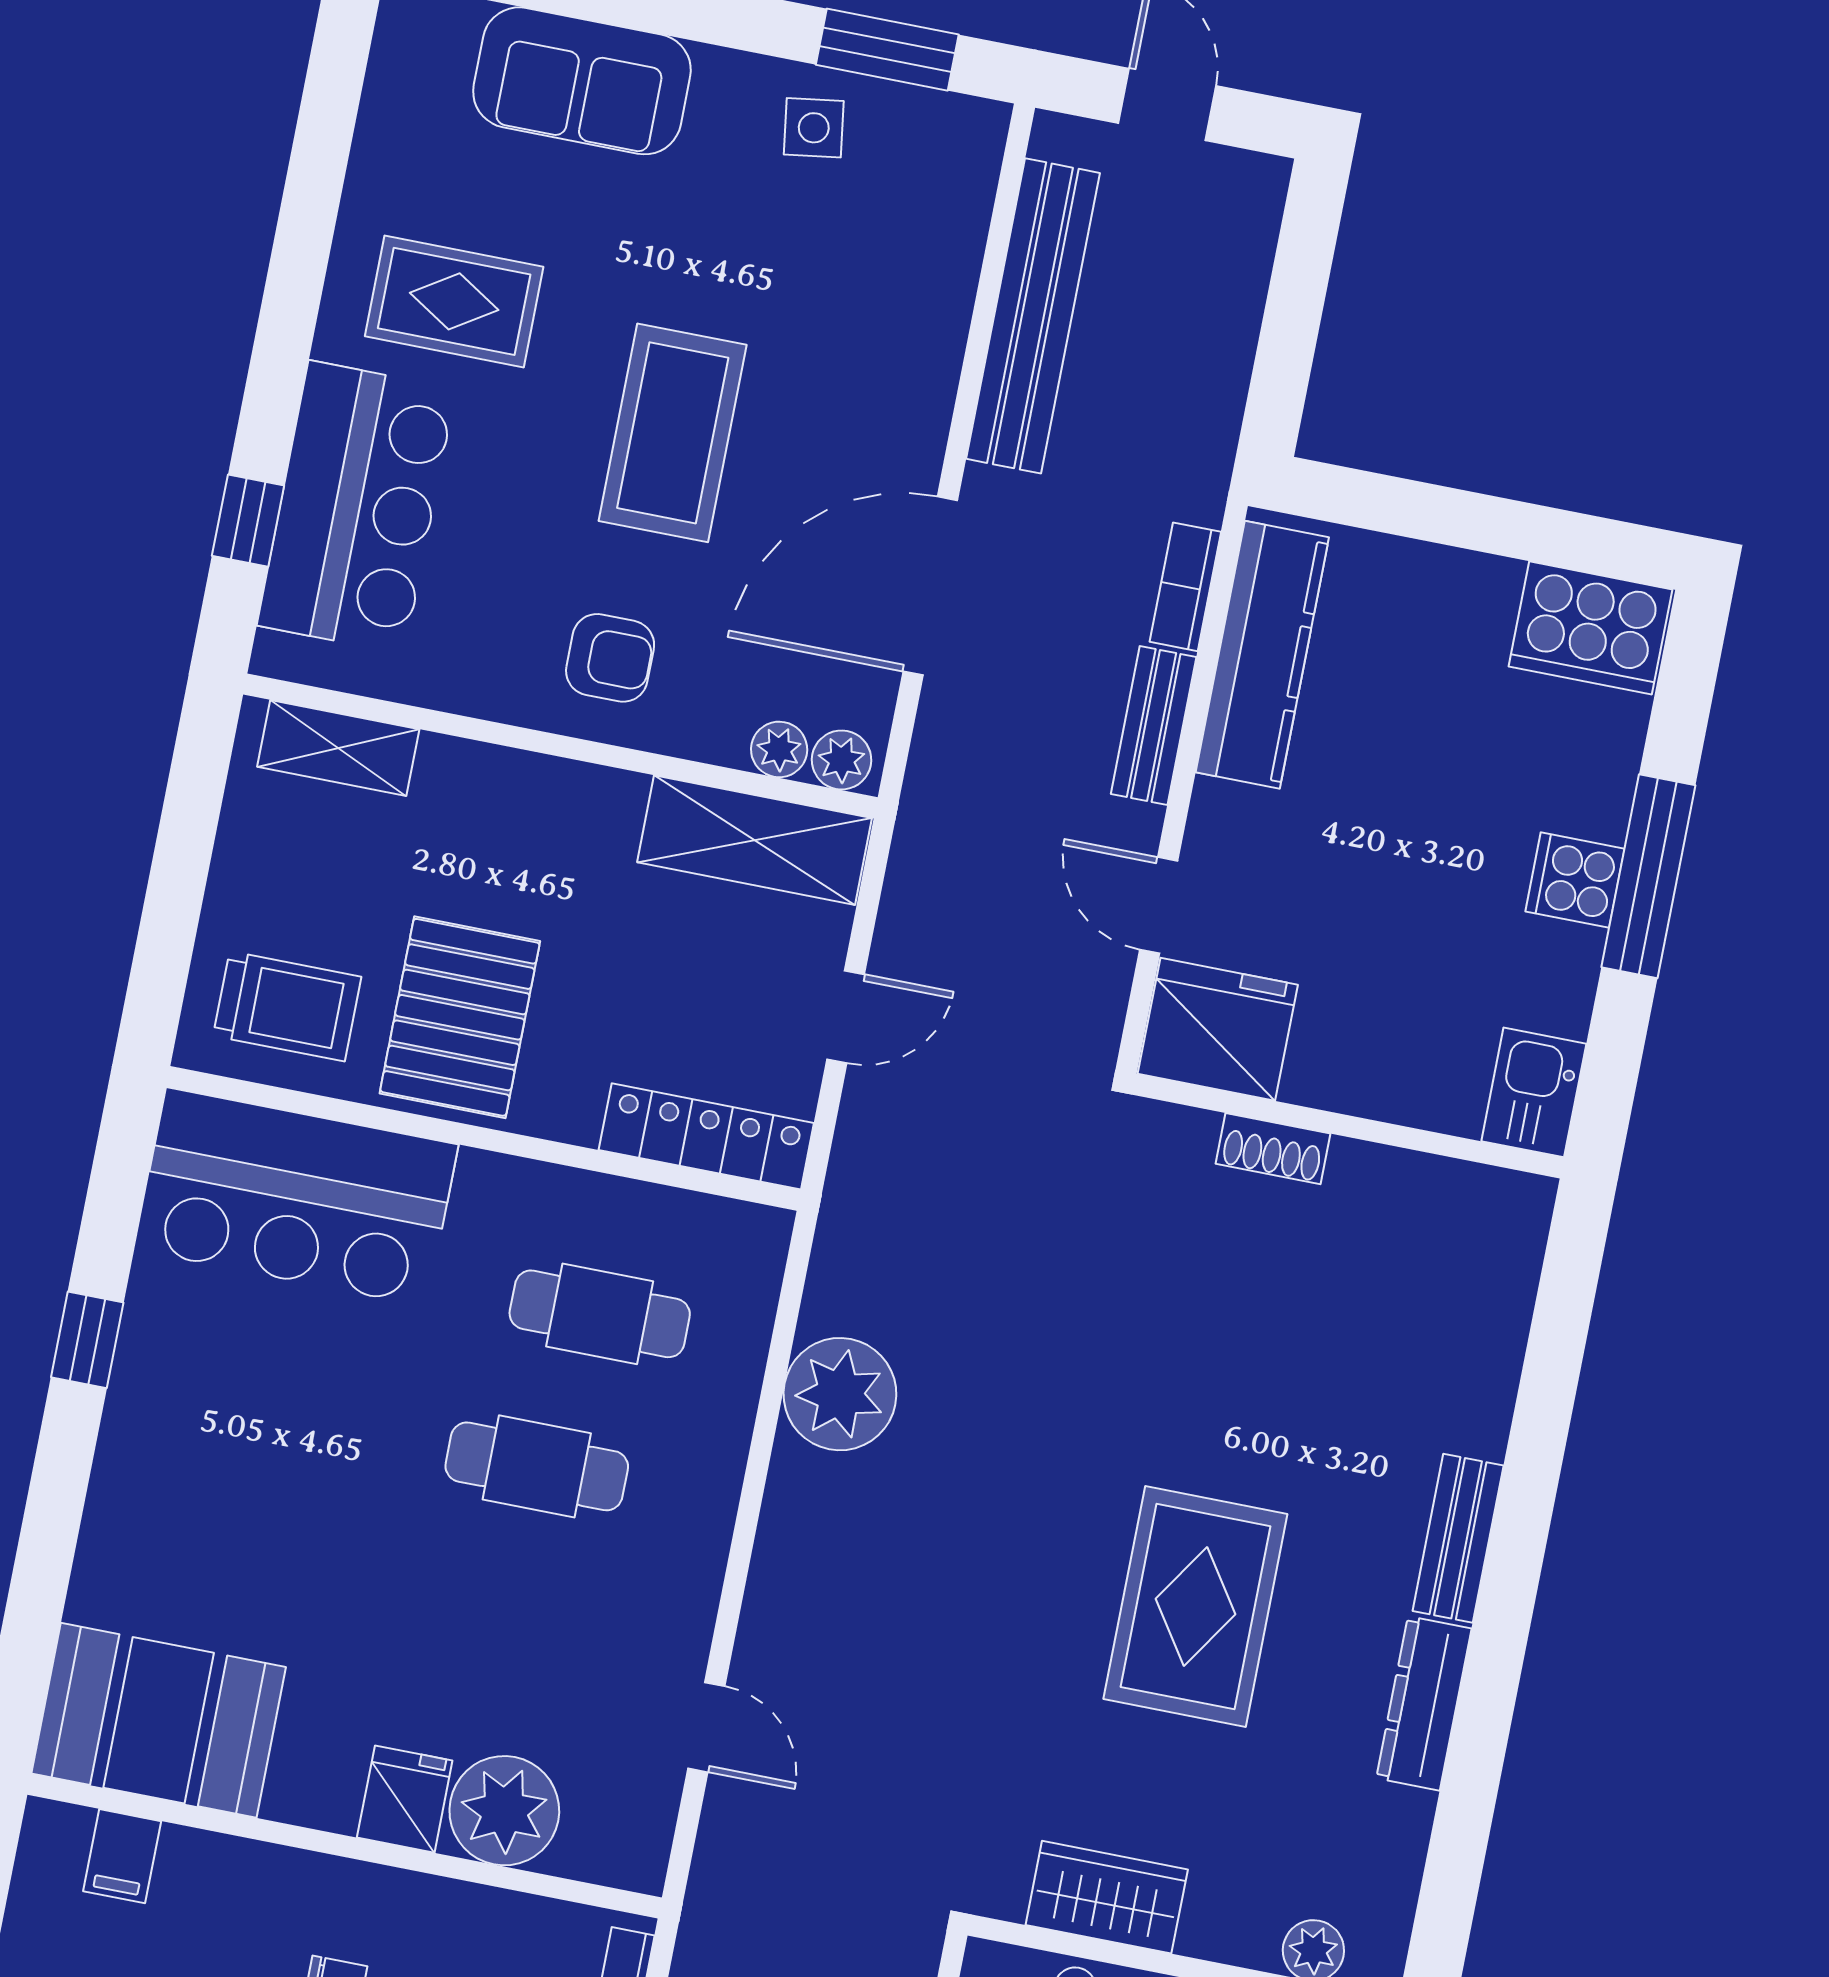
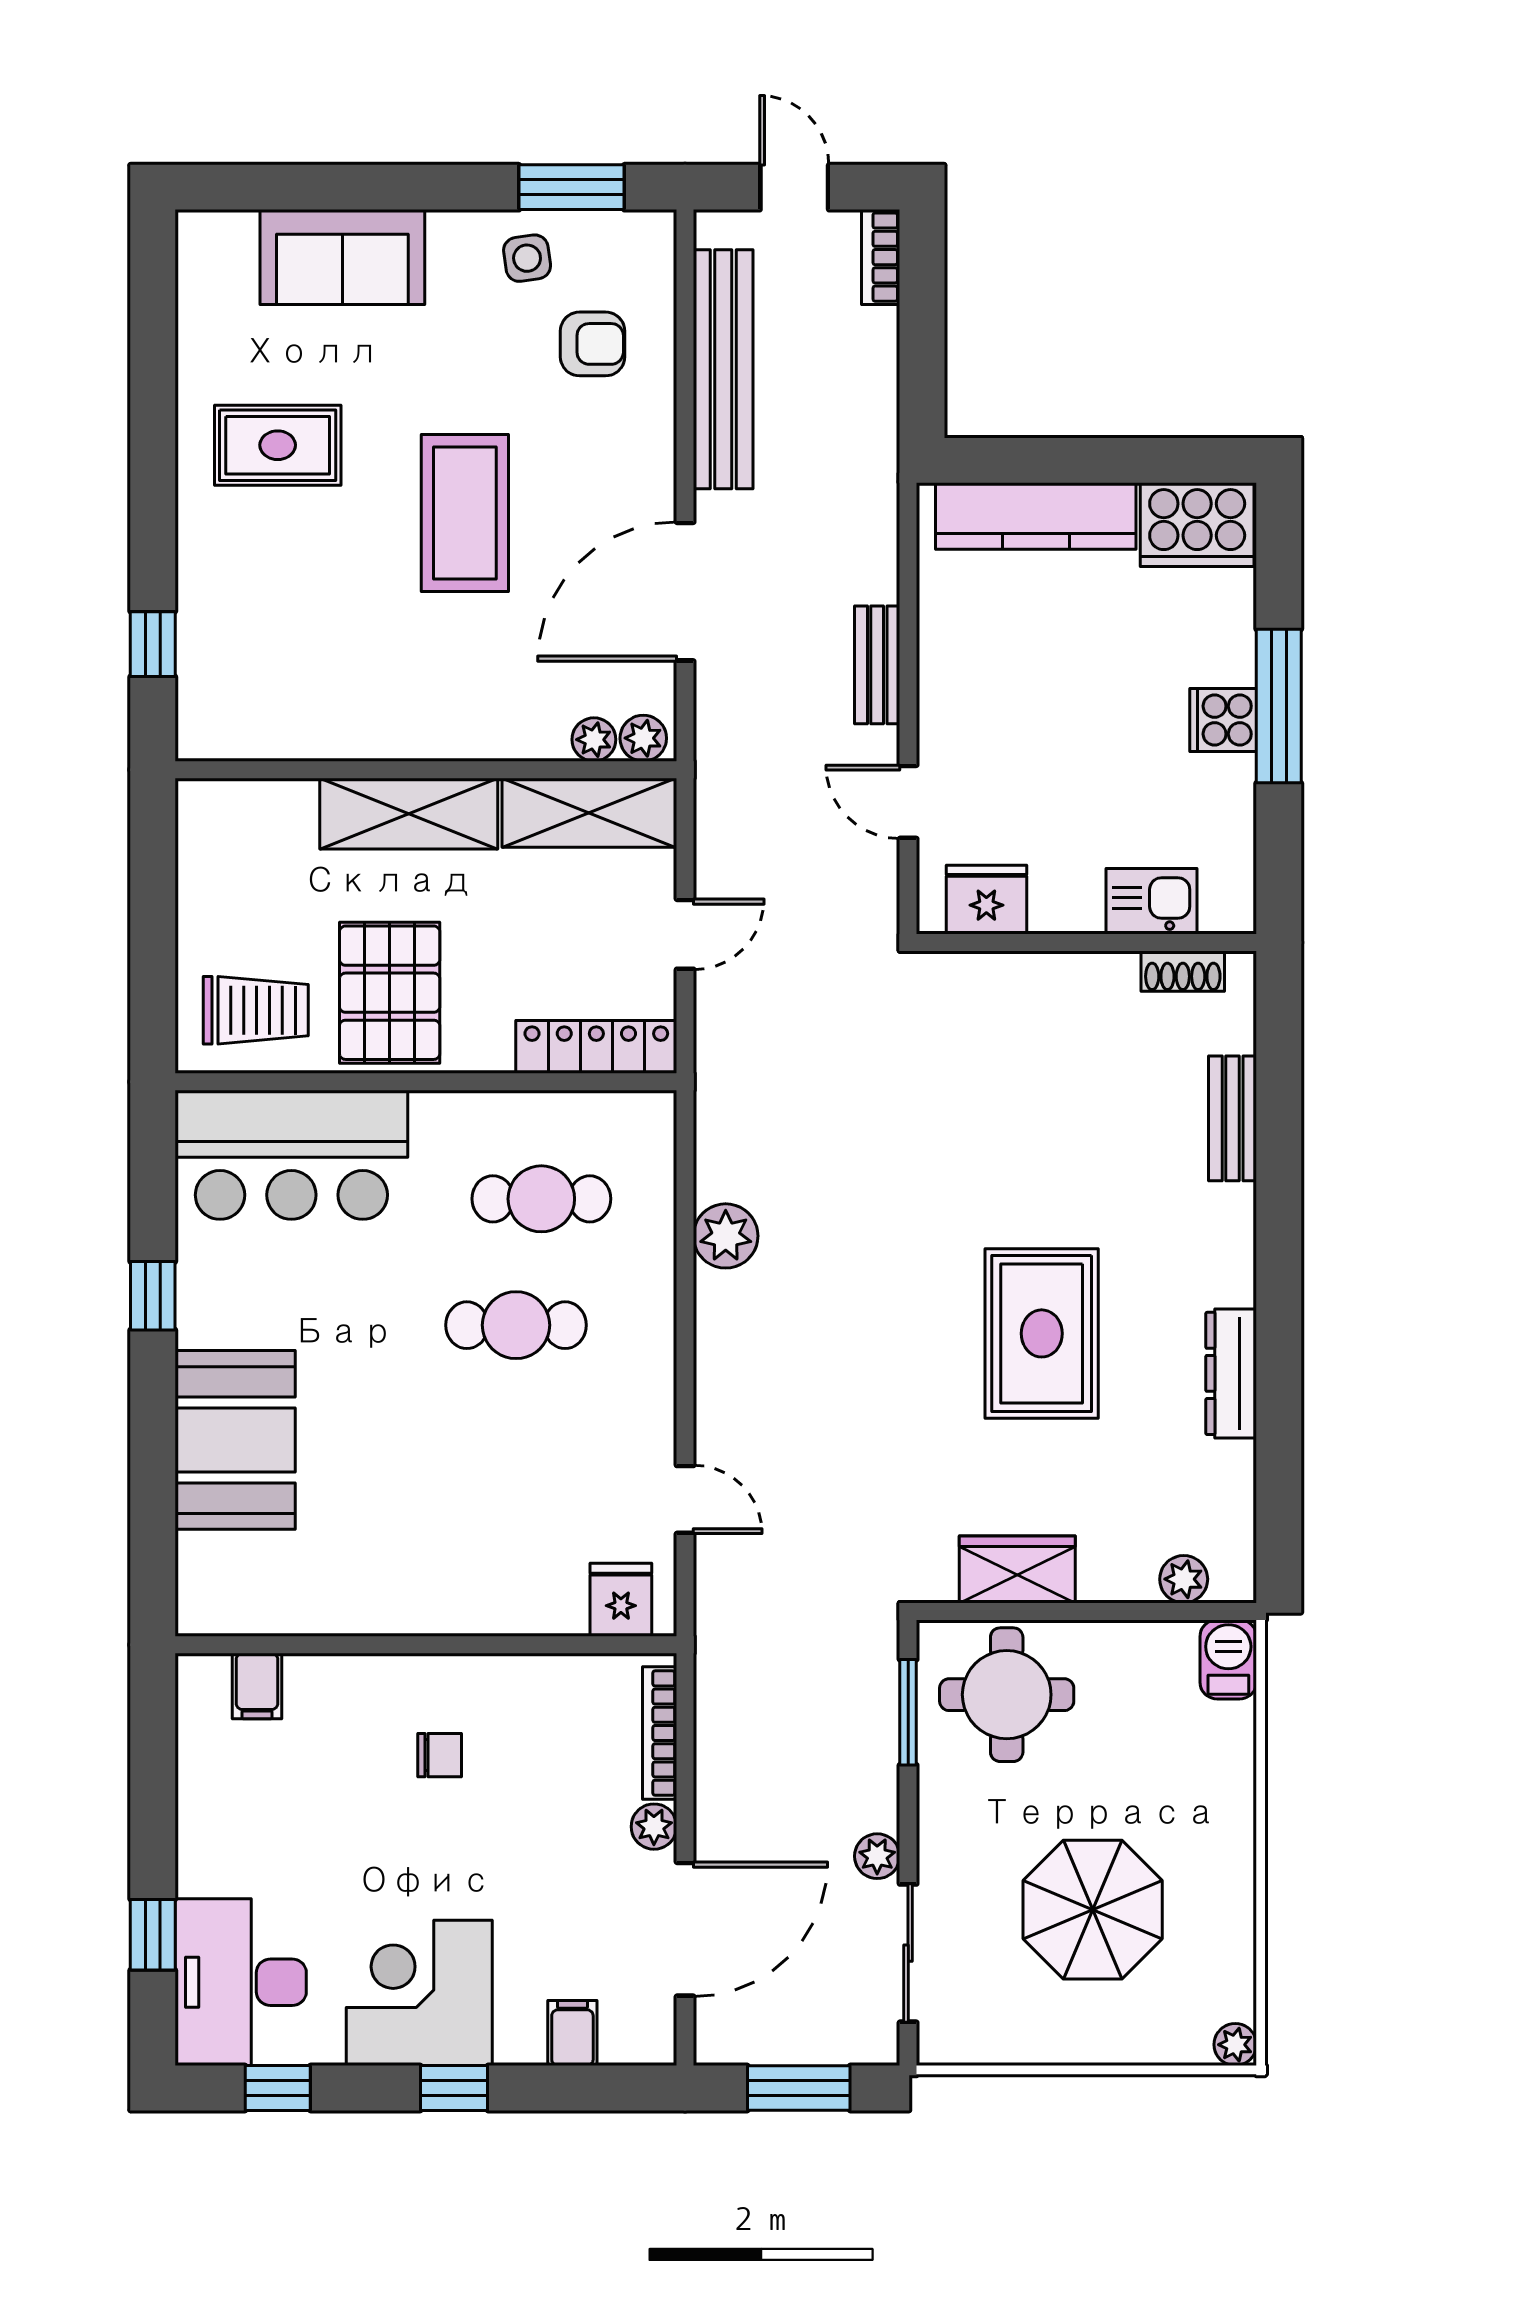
bar counter: (357, 507) -> (234, 617), removed
bookcase: (1185, 587) -> (881, 257), moved
kitchen counter: (1262, 655) -> (1036, 516), moved, turned 90
armchair: (610, 658) -> (593, 344), moved
shelving: (338, 748) -> (409, 814), moved, width x1.50, depth x1.33
fridge: (1218, 1029) -> (986, 900), width x0.73, depth x0.75
kitchen sink: (1534, 1092) -> (1152, 901), moved, turned 90
shoe rack: (1273, 1149) -> (1183, 971), moved
plant: (840, 1394) -> (726, 1236), width x0.73, depth x0.73
bench: (1458, 1538) -> (1233, 1118), moved
booth: (159, 1720) -> (235, 1440), moved, turned 90
fridge: (405, 1799) -> (621, 1600), moved
plant: (504, 1811) -> (543, 1594), removed

